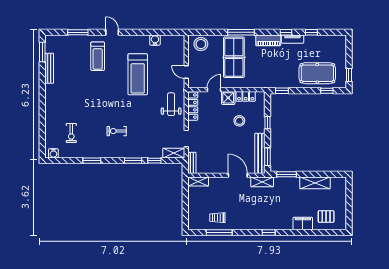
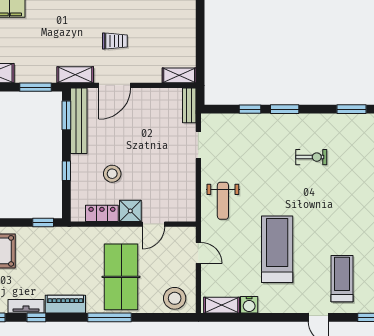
locker: (193, 106) -> (188, 198), removed
shelving: (174, 153) -> (222, 305), moved
door: (238, 175) -> (115, 85), hinge flipped
trolley: (217, 218) -> (115, 41), moved

